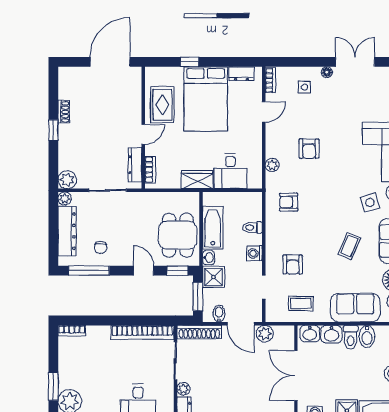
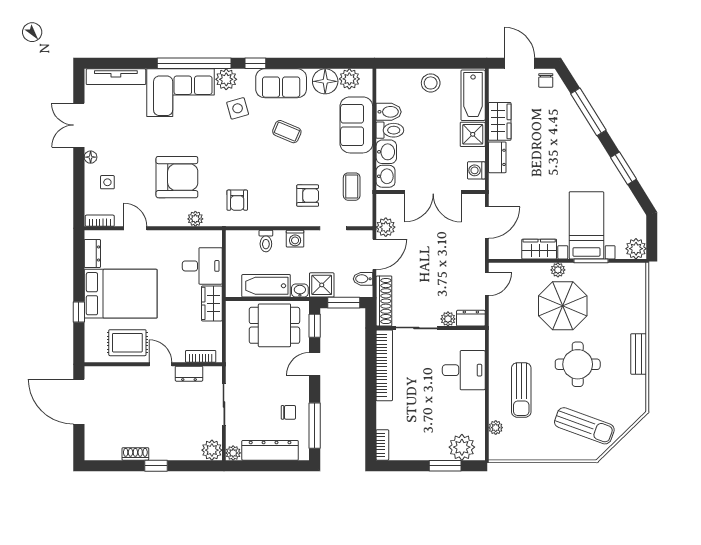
armchair: (309, 149) -> (177, 177), width x1.88, depth x1.88
dresser: (135, 165) -> (189, 374), width x0.70

